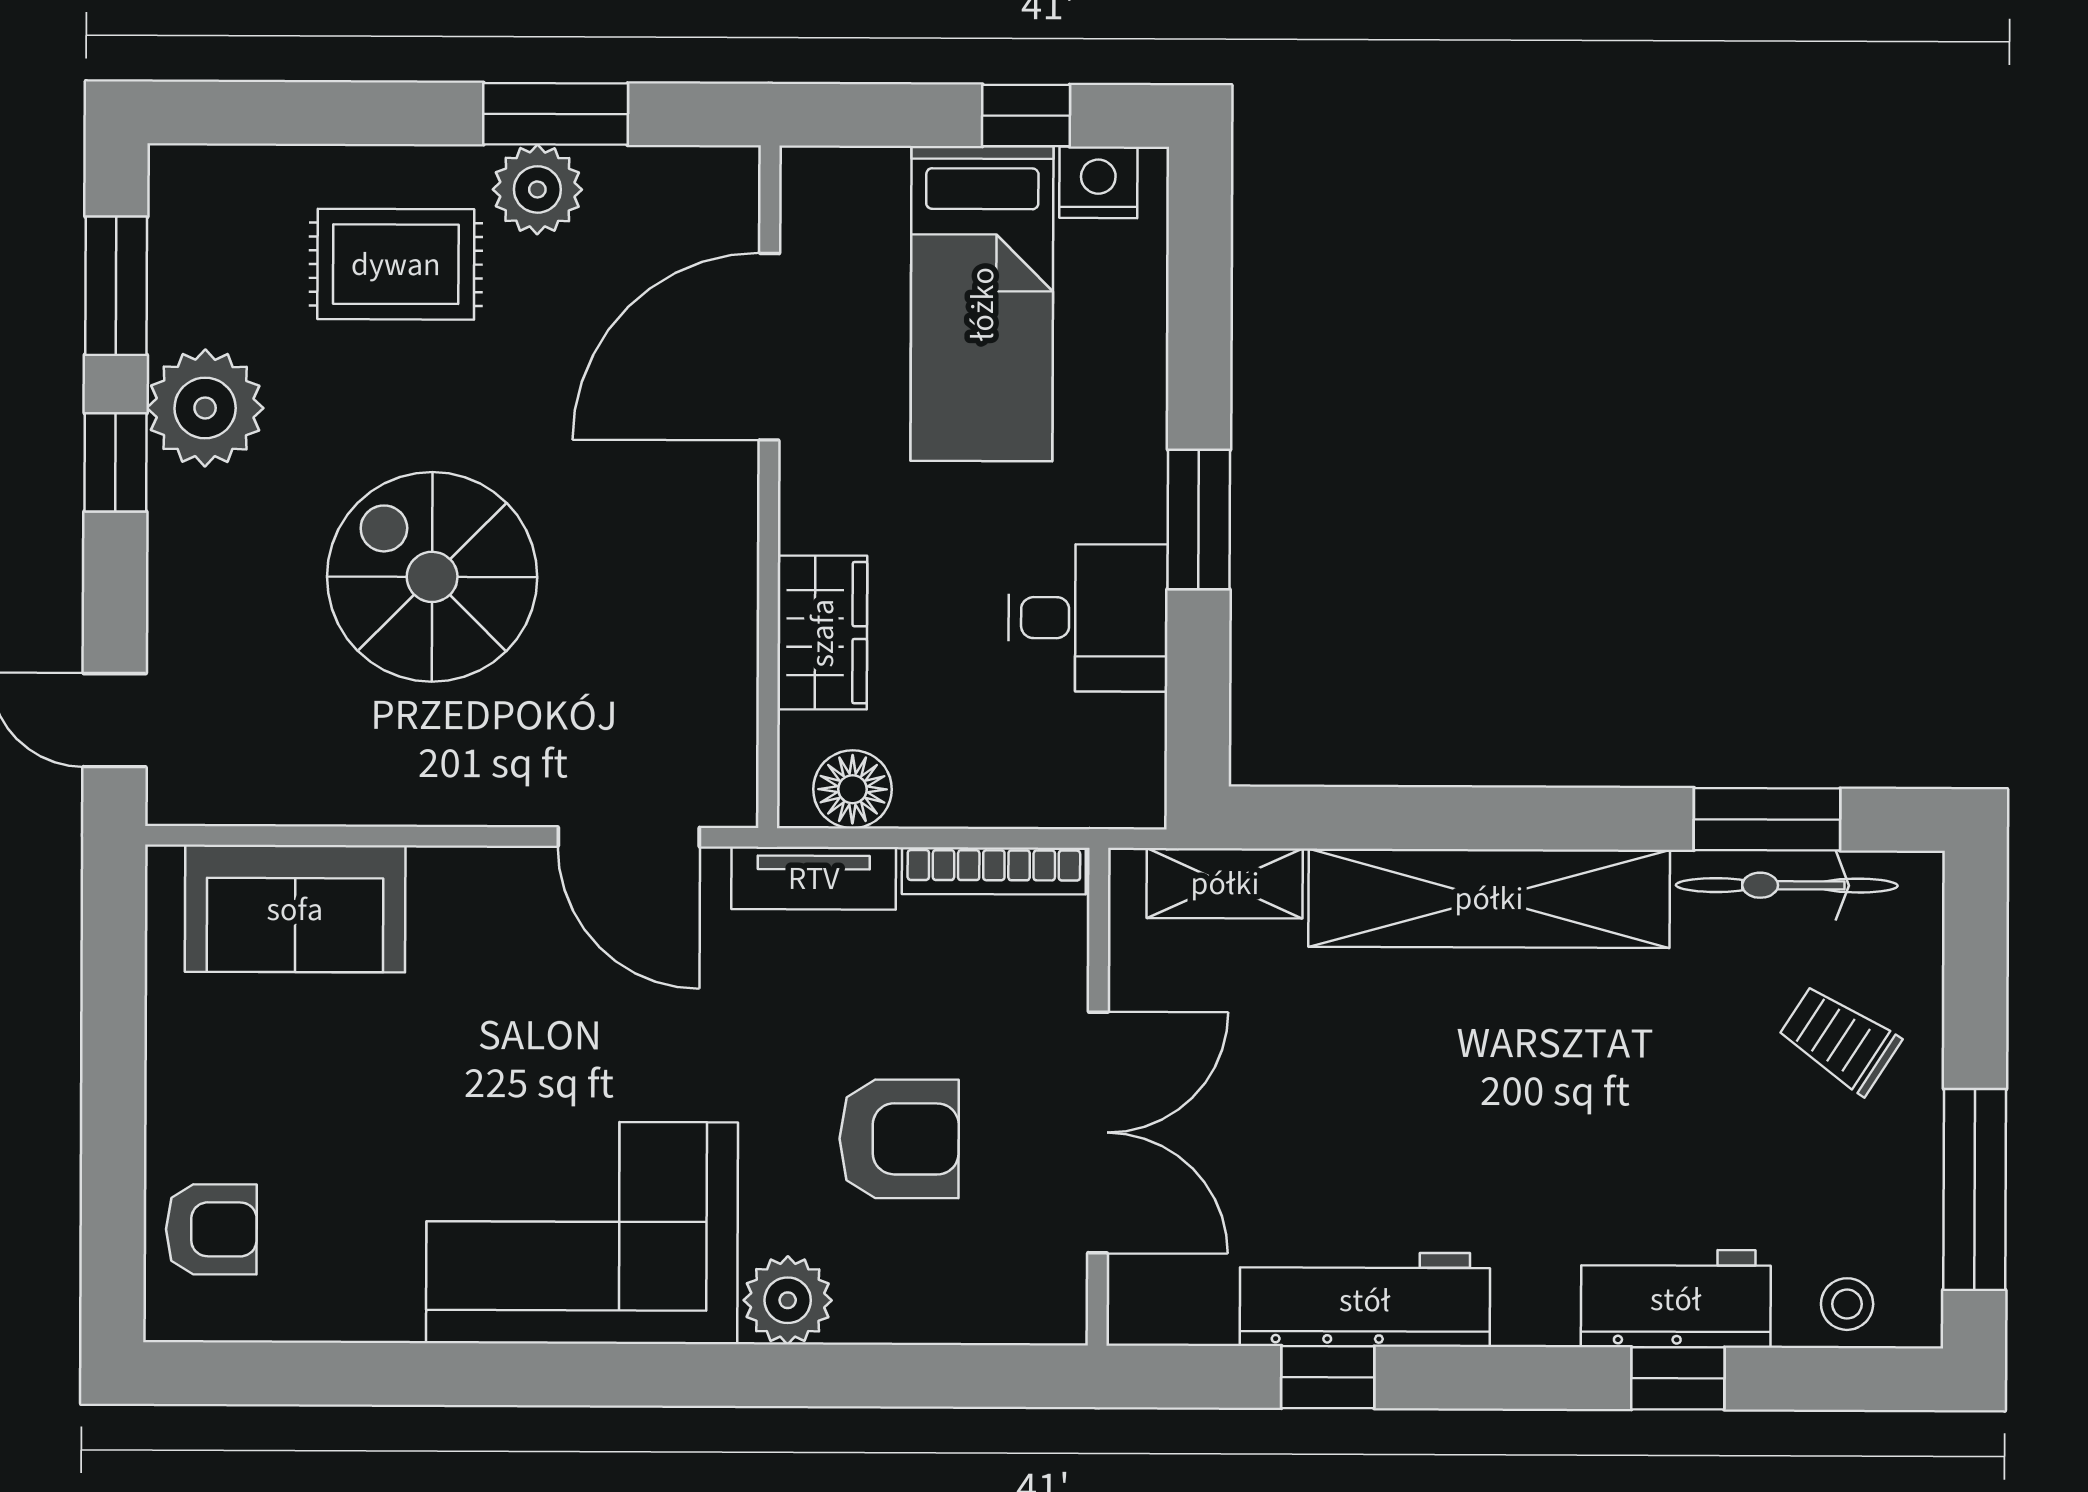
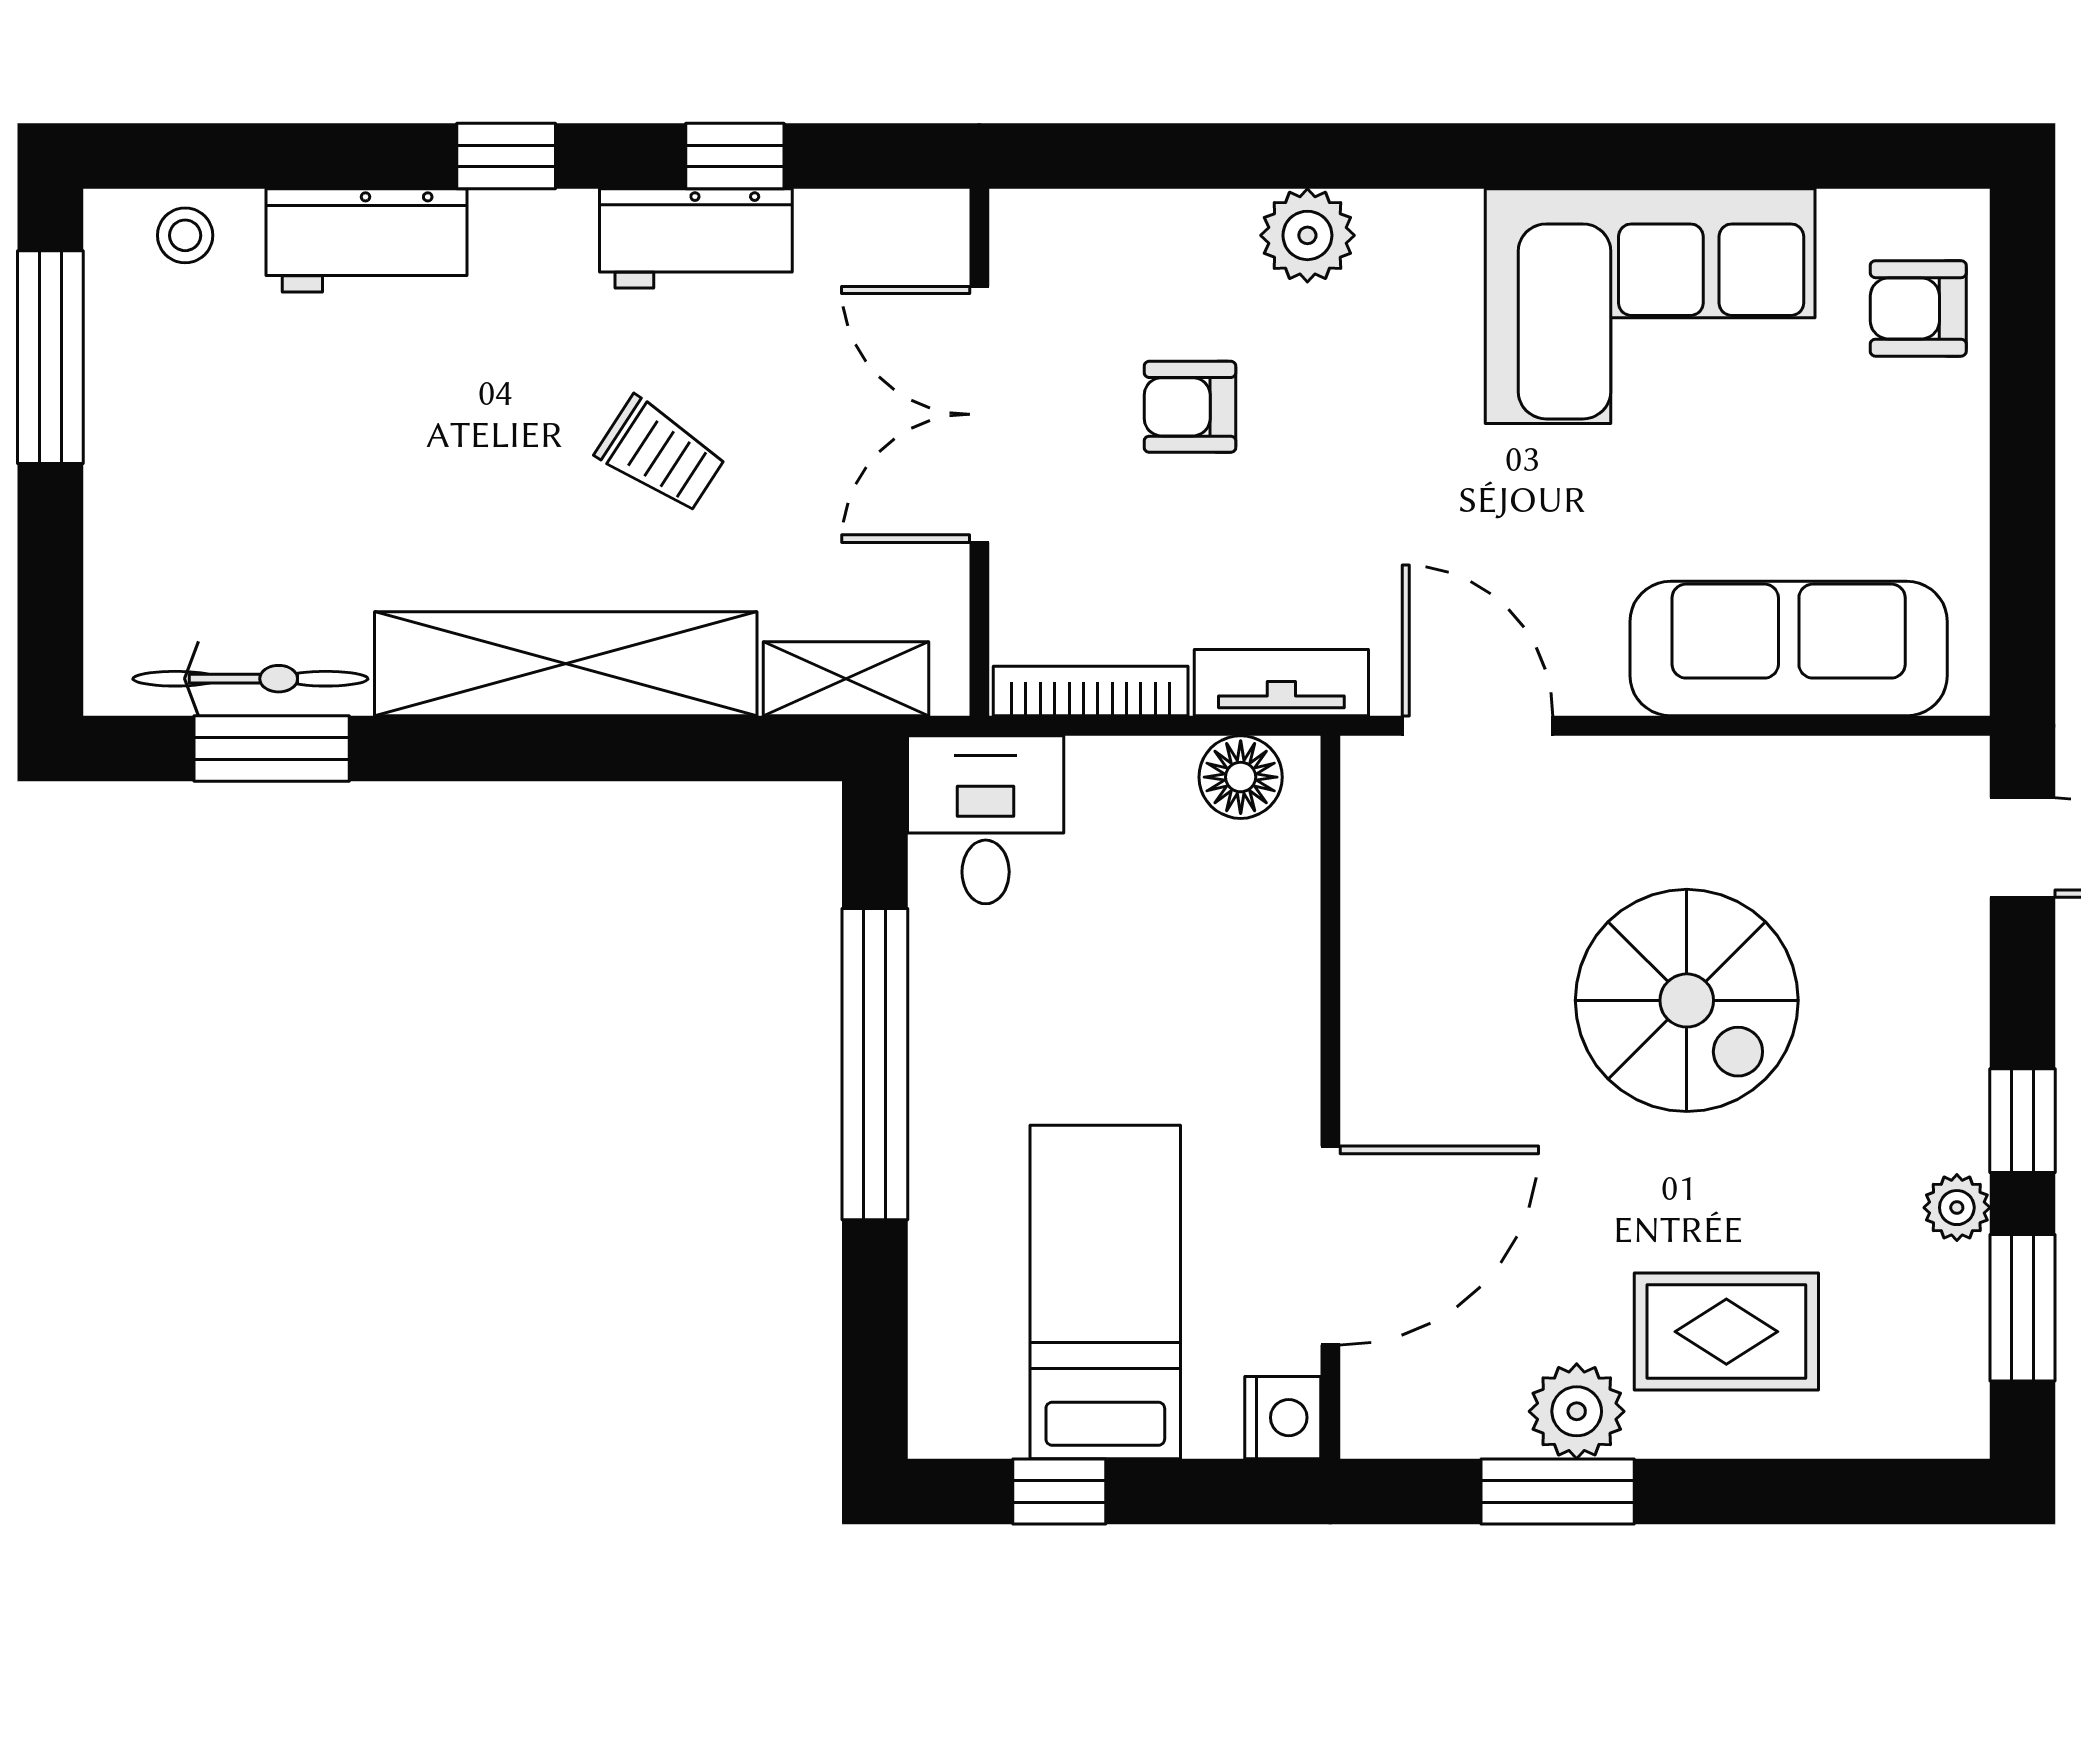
nightstand: (1098, 182) -> (1283, 1418), moved, turned -90
plant: (205, 408) -> (1957, 1208), width x0.53, depth x0.53
window: (1199, 519) -> (875, 1064), width x2.11
desk: (1088, 618) -> (986, 820), moved, turned 90
wardrobe: (822, 633) -> (1273, 943), removed
sofa: (295, 909) -> (1789, 649), width x1.36
trolley: (1839, 1039) -> (661, 455), moved
armchair: (899, 1139) -> (1190, 407), width x0.72, depth x0.72
corner sofa: (582, 1233) -> (1650, 306), moved
workbench: (1365, 1300) -> (696, 238), width x0.73
window: (1678, 1378) -> (506, 156), moved

